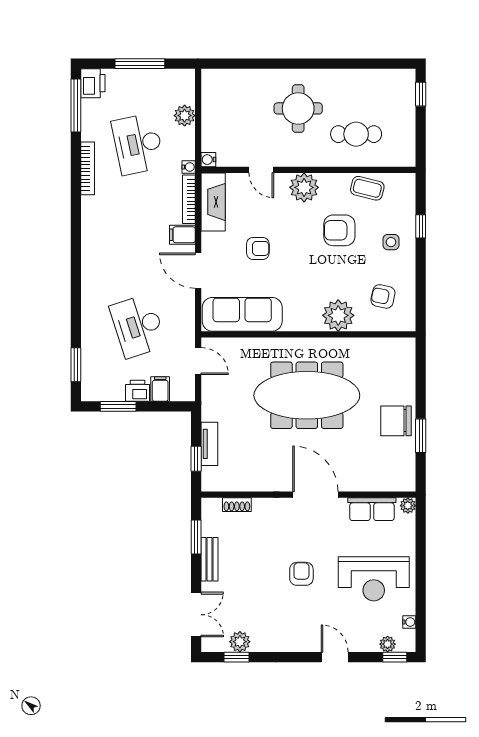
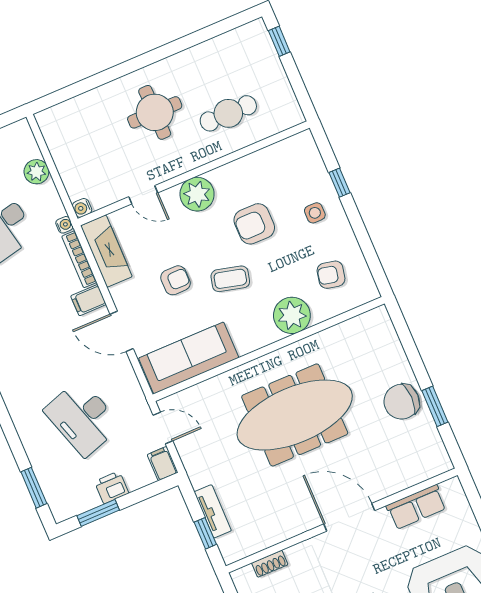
coffee table: (367, 188) -> (230, 279), moved
filing cabinet: (160, 389) -> (163, 464), moved
plant: (408, 506) -> (453, 487), removed

